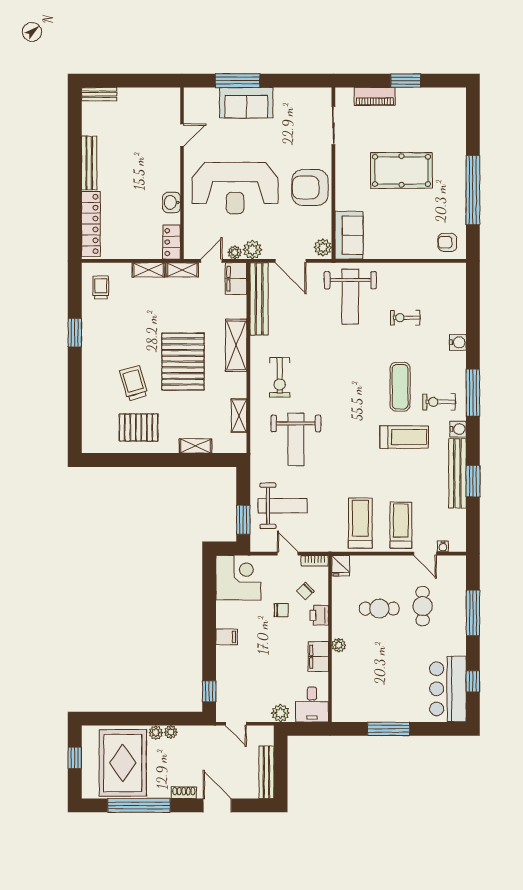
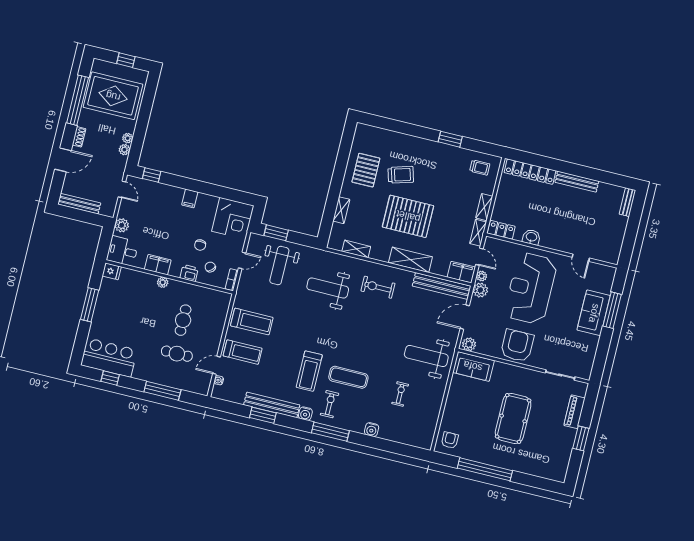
fridge: (341, 566) -> (112, 271), moved, turned 180
door: (236, 724) -> (122, 189), swing flipped
plant: (156, 733) -> (124, 150), moved

